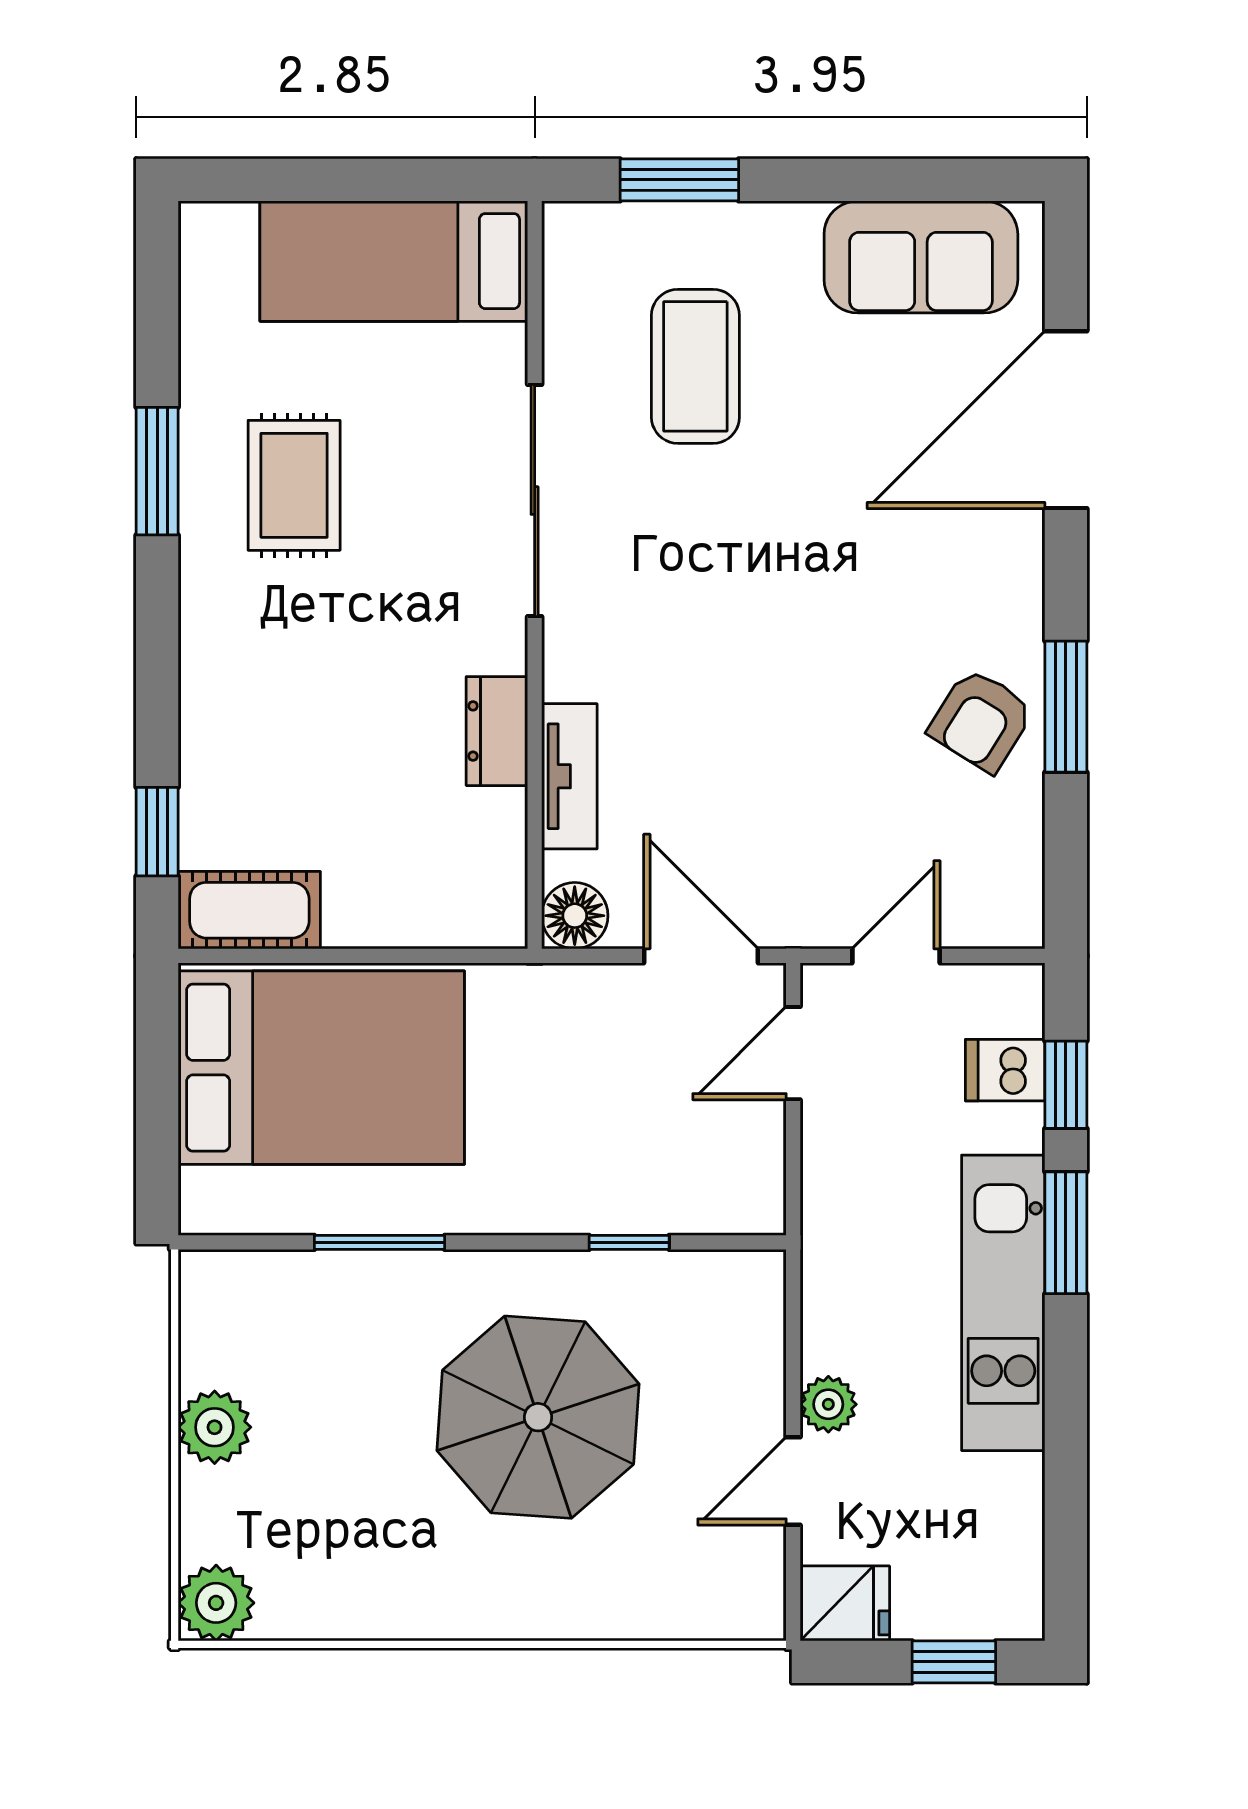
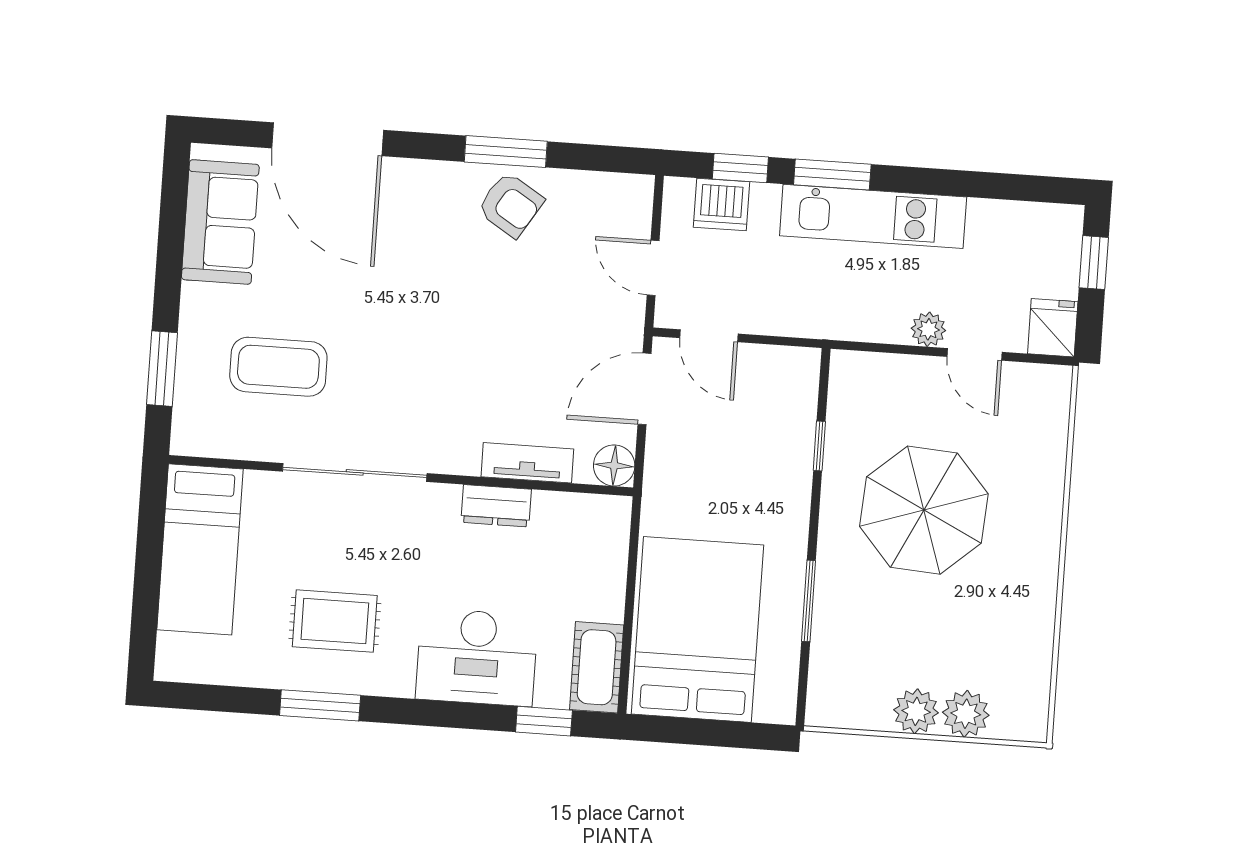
desk: (252, 717) -> (477, 657), added
dishwasher: (1005, 1070) -> (721, 205), width x1.38
plant: (216, 1603) -> (966, 714), moved

